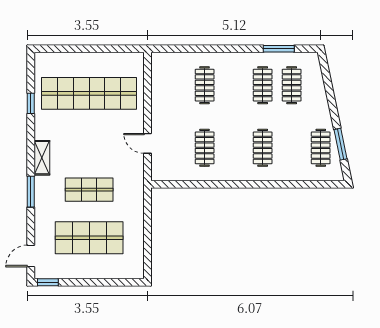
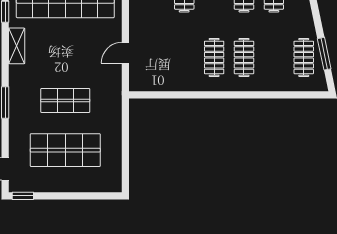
door: (147, 143) -> (125, 53), hinge flipped
clothes rail: (205, 148) -> (214, 57), moved
shelving: (42, 158) -> (17, 46), moved

